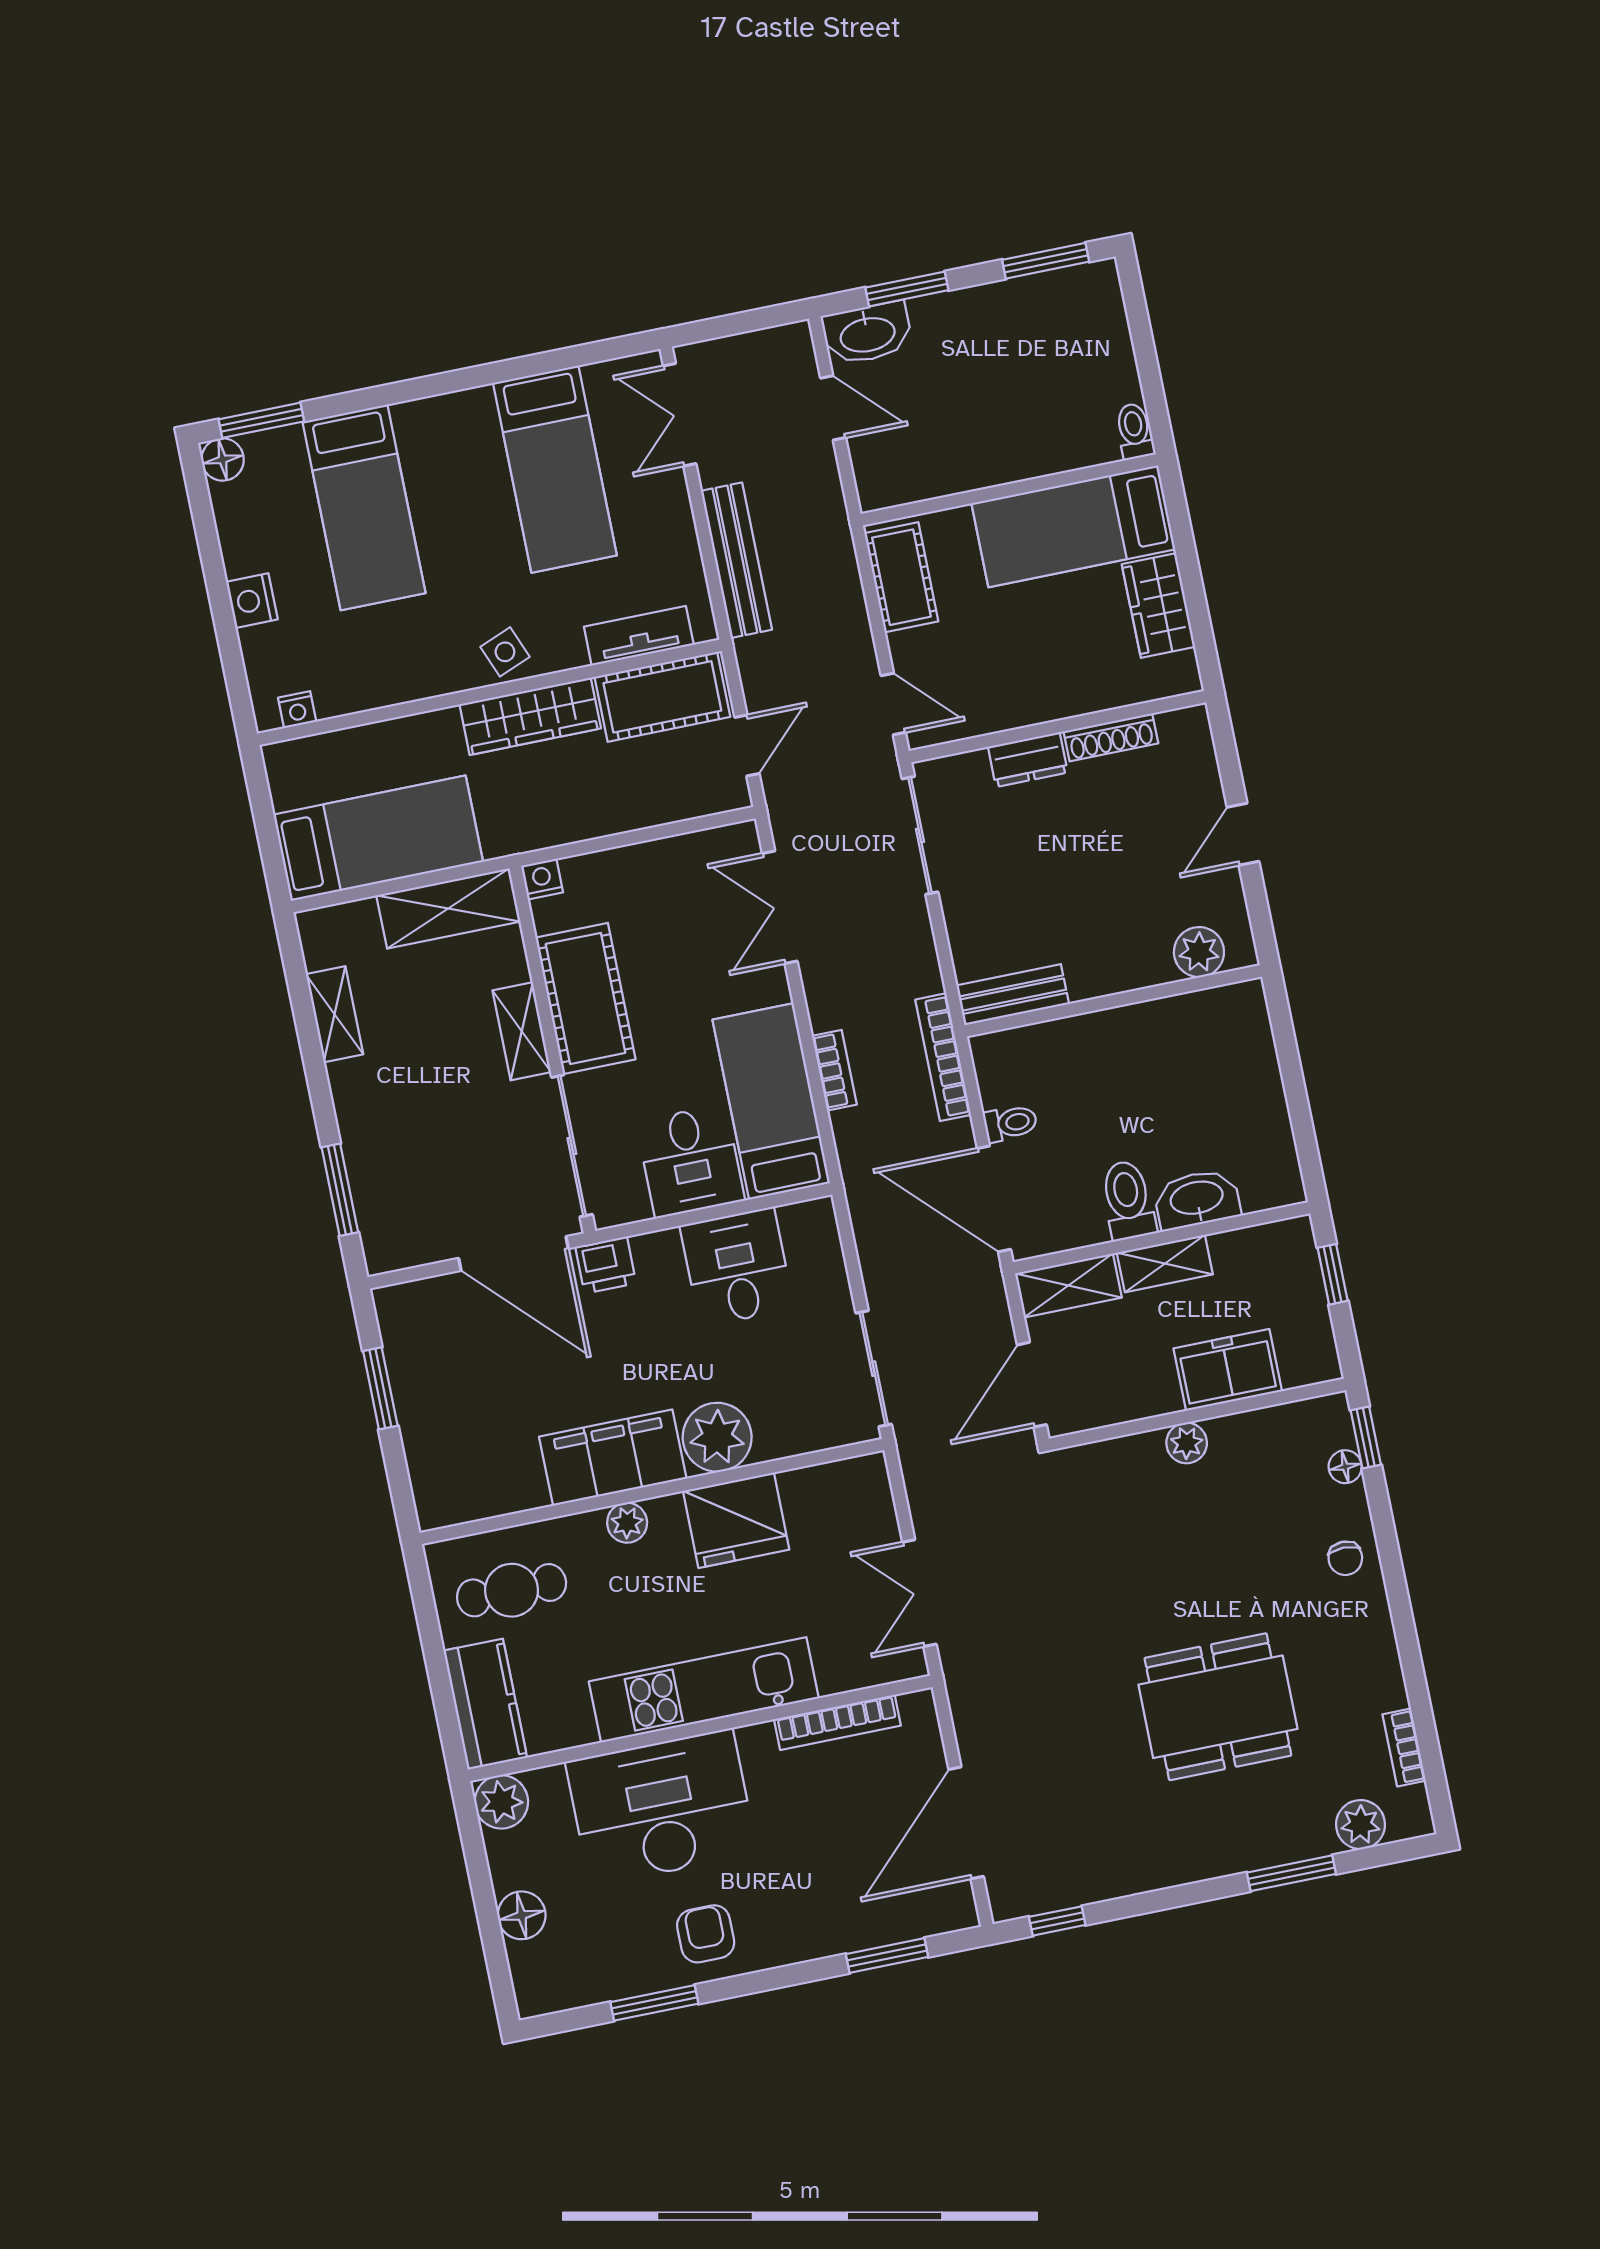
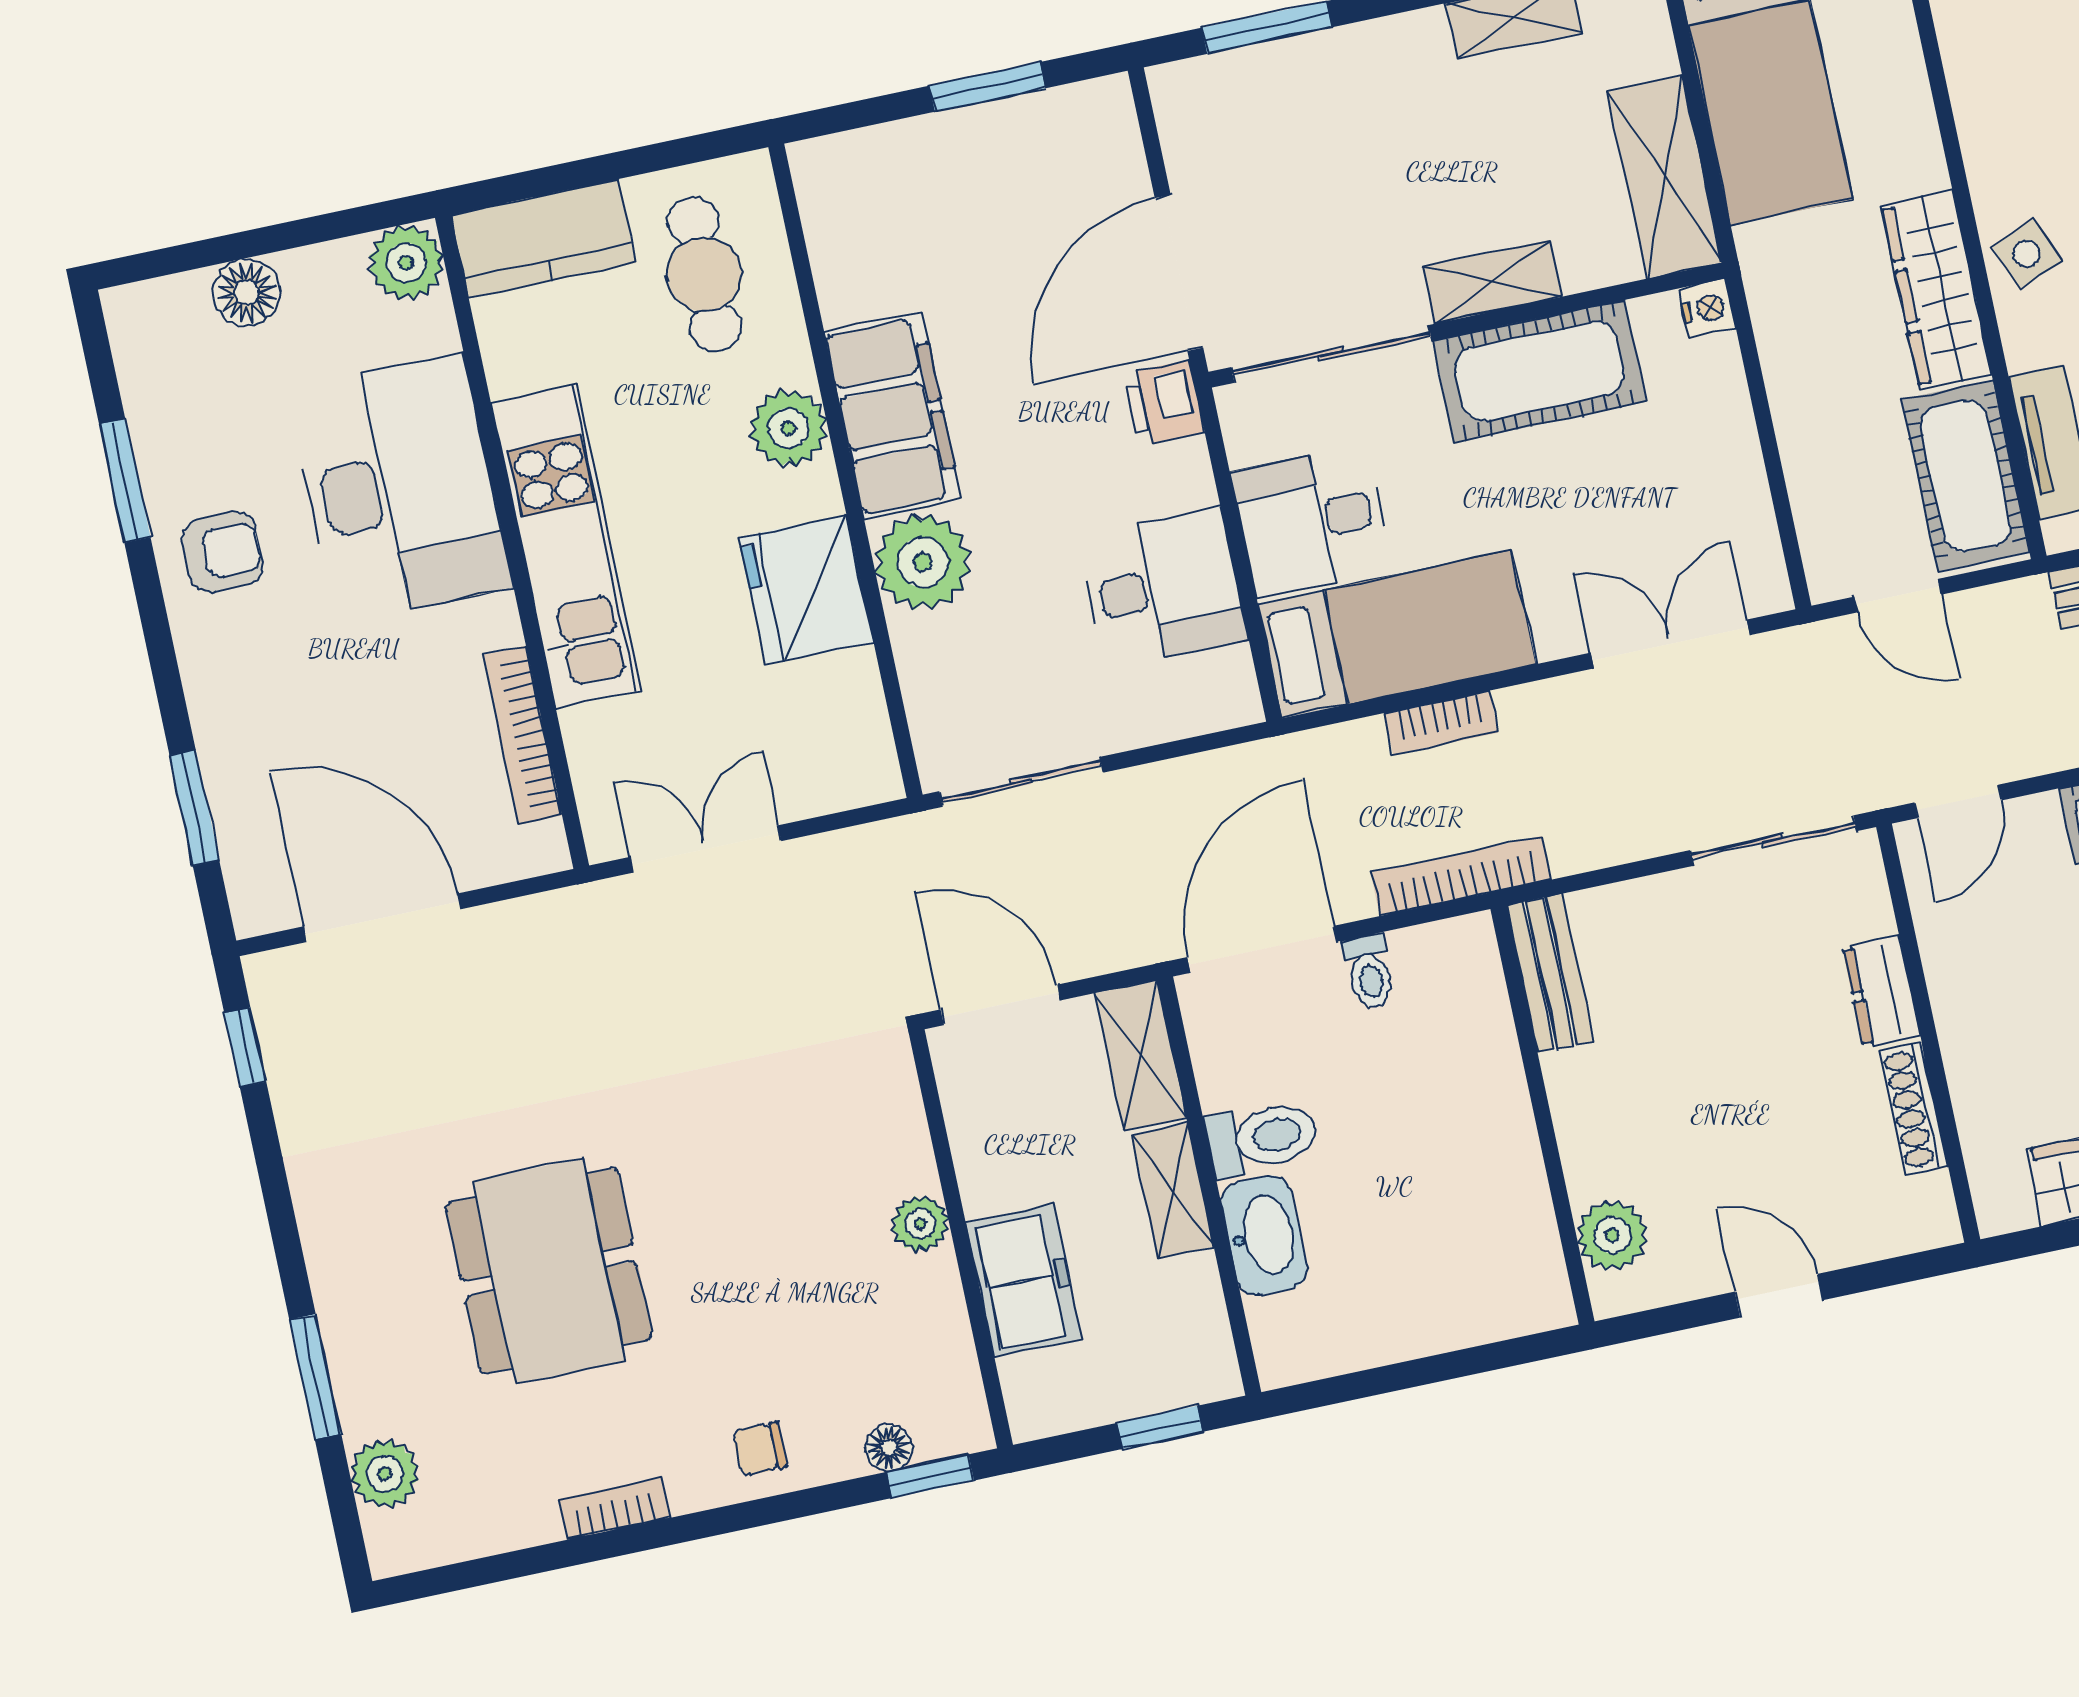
plant: (627, 1523) -> (789, 428), width x1.38, depth x1.38
bookcase: (1404, 1748) -> (614, 1508), moved

